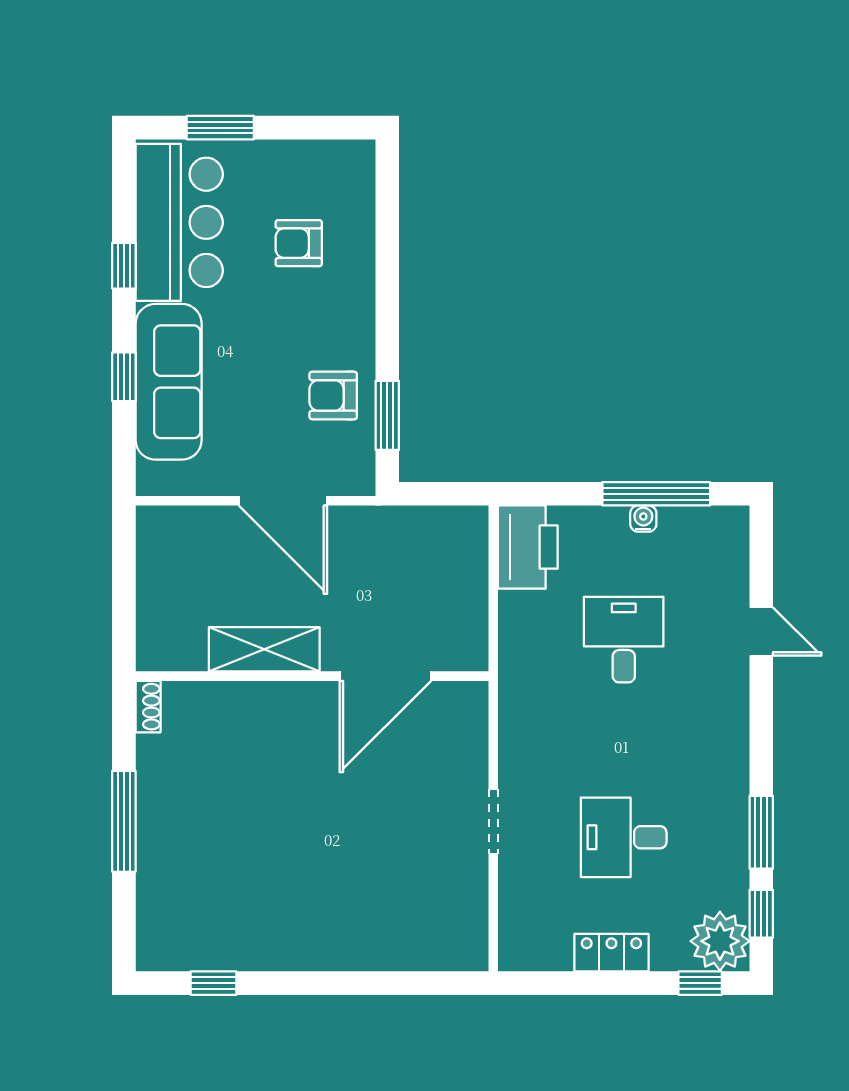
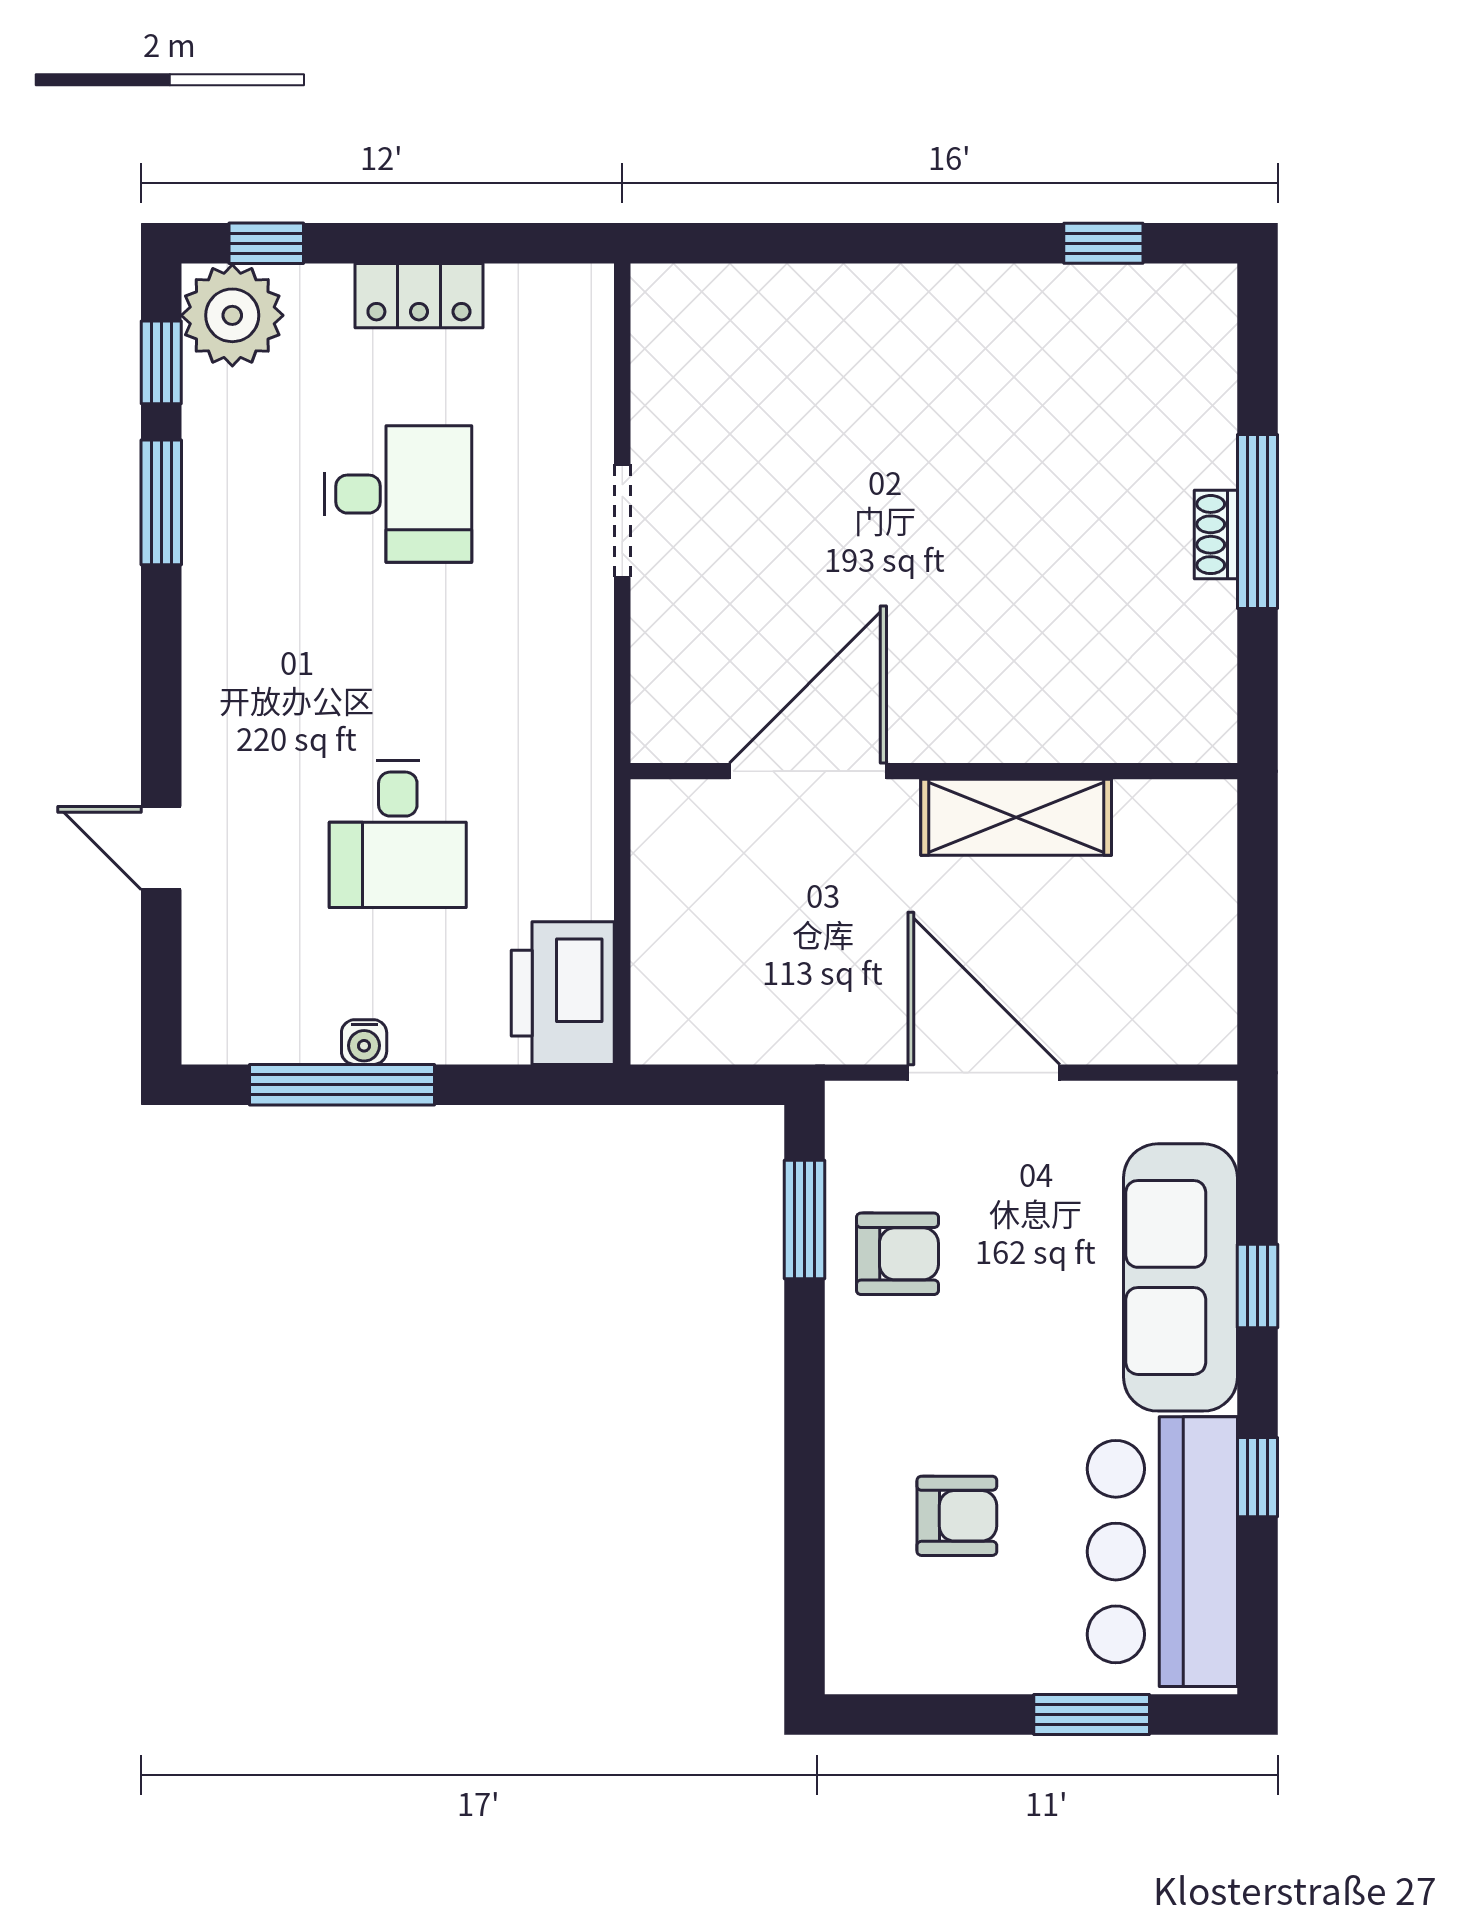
shoe rack: (148, 707) -> (1216, 535), moved

